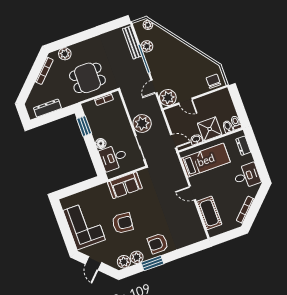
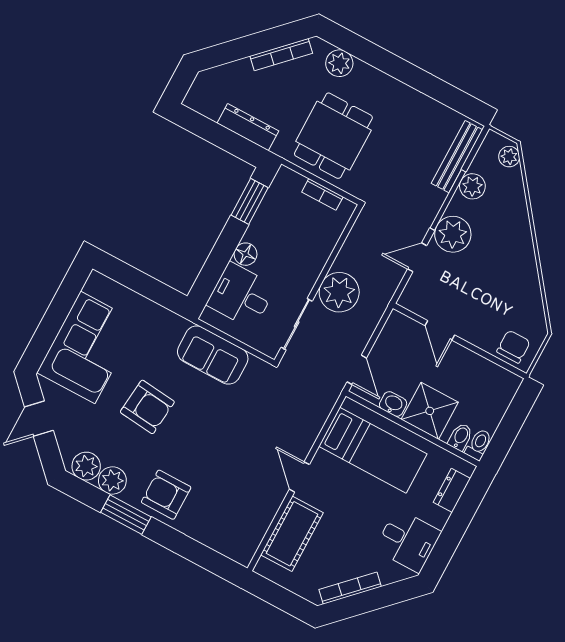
dining table: (87, 78) -> (333, 136), turned 90
plant: (168, 98) -> (453, 234), moved
dresser: (47, 108) -> (248, 127), moved

